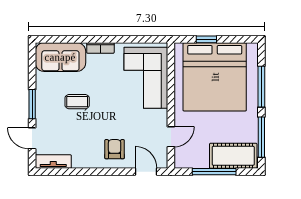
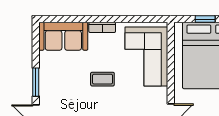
coffee table: (77, 102) -> (102, 79), moved

